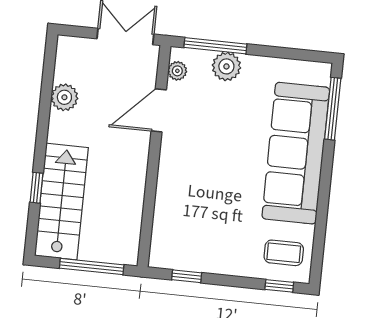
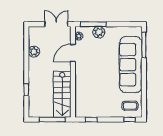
stairs: (61, 202) -> (62, 94), moved, turned 180

